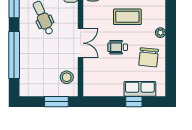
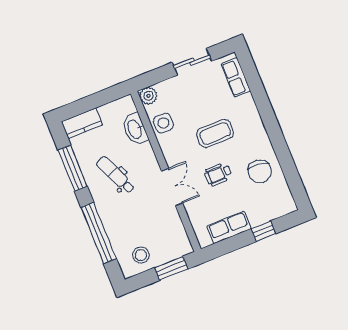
plant: (160, 33) -> (262, 136), removed
stool: (67, 77) -> (141, 255), moved
row of seats: (140, 89) -> (229, 228), moved

